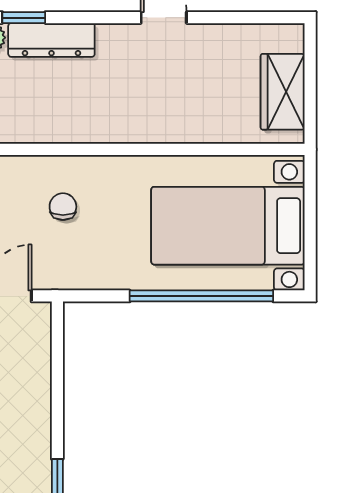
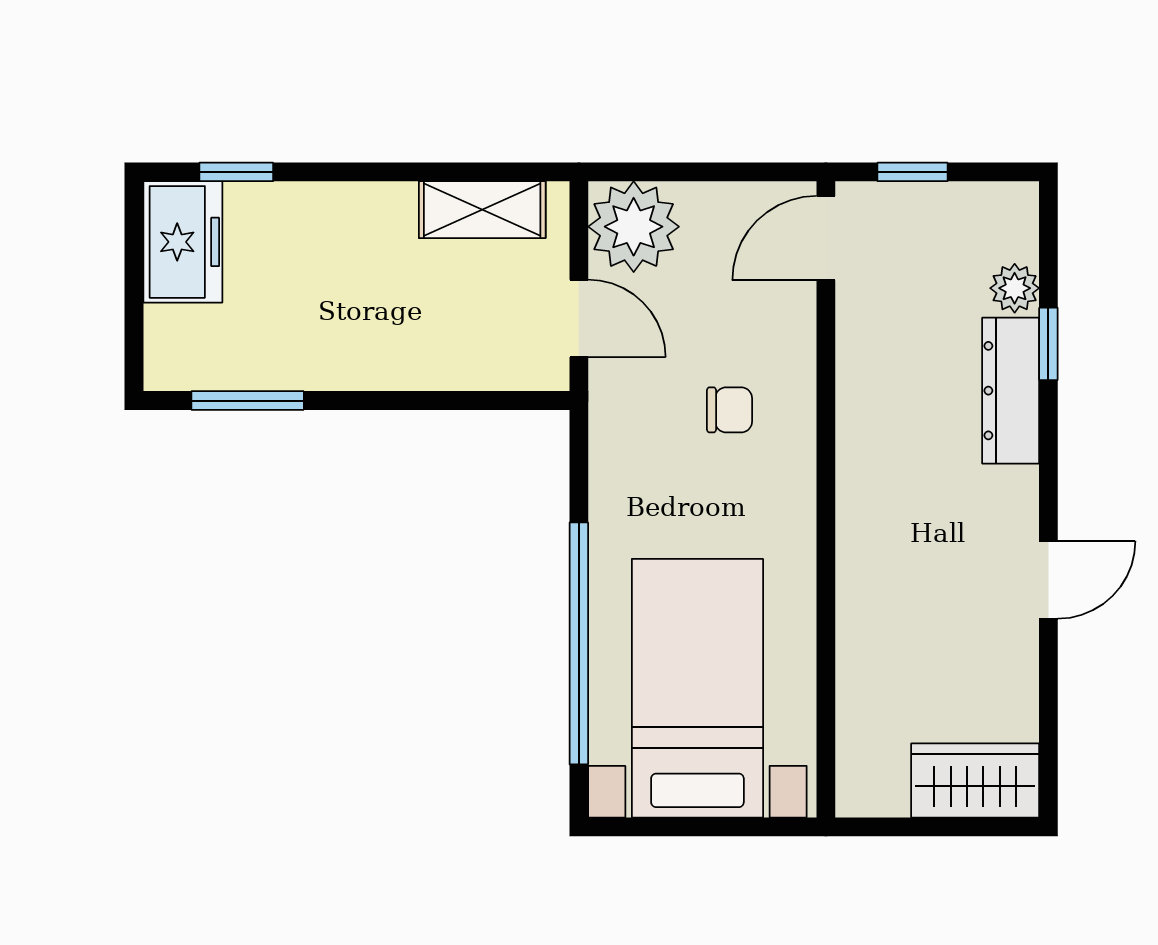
wardrobe: (283, 92) -> (975, 780), moved

